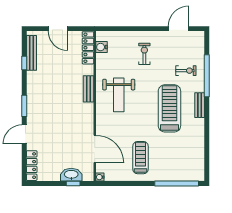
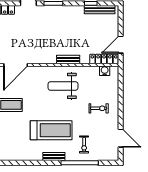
door: (58, 29) -> (121, 45), moved

